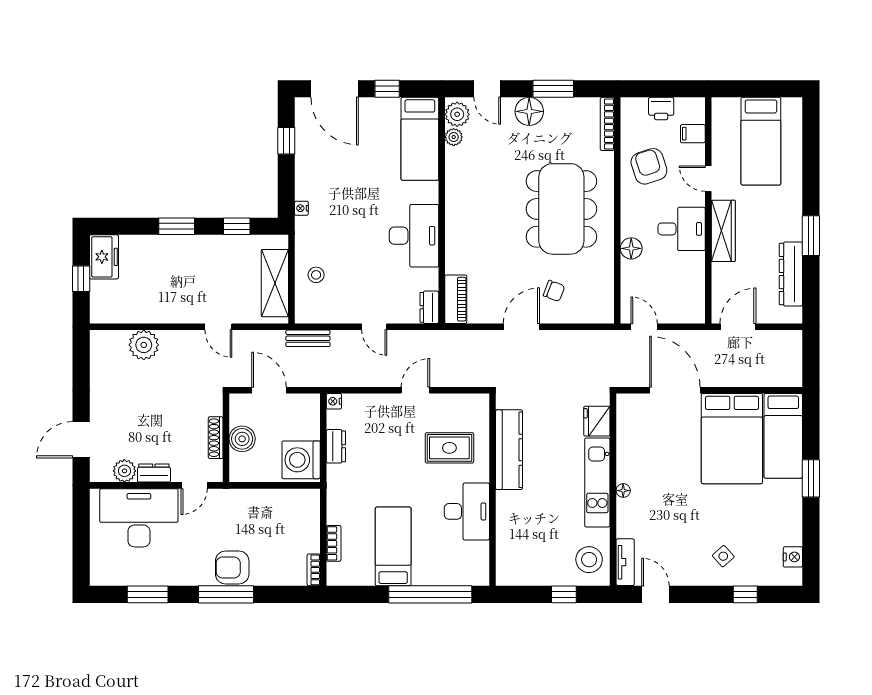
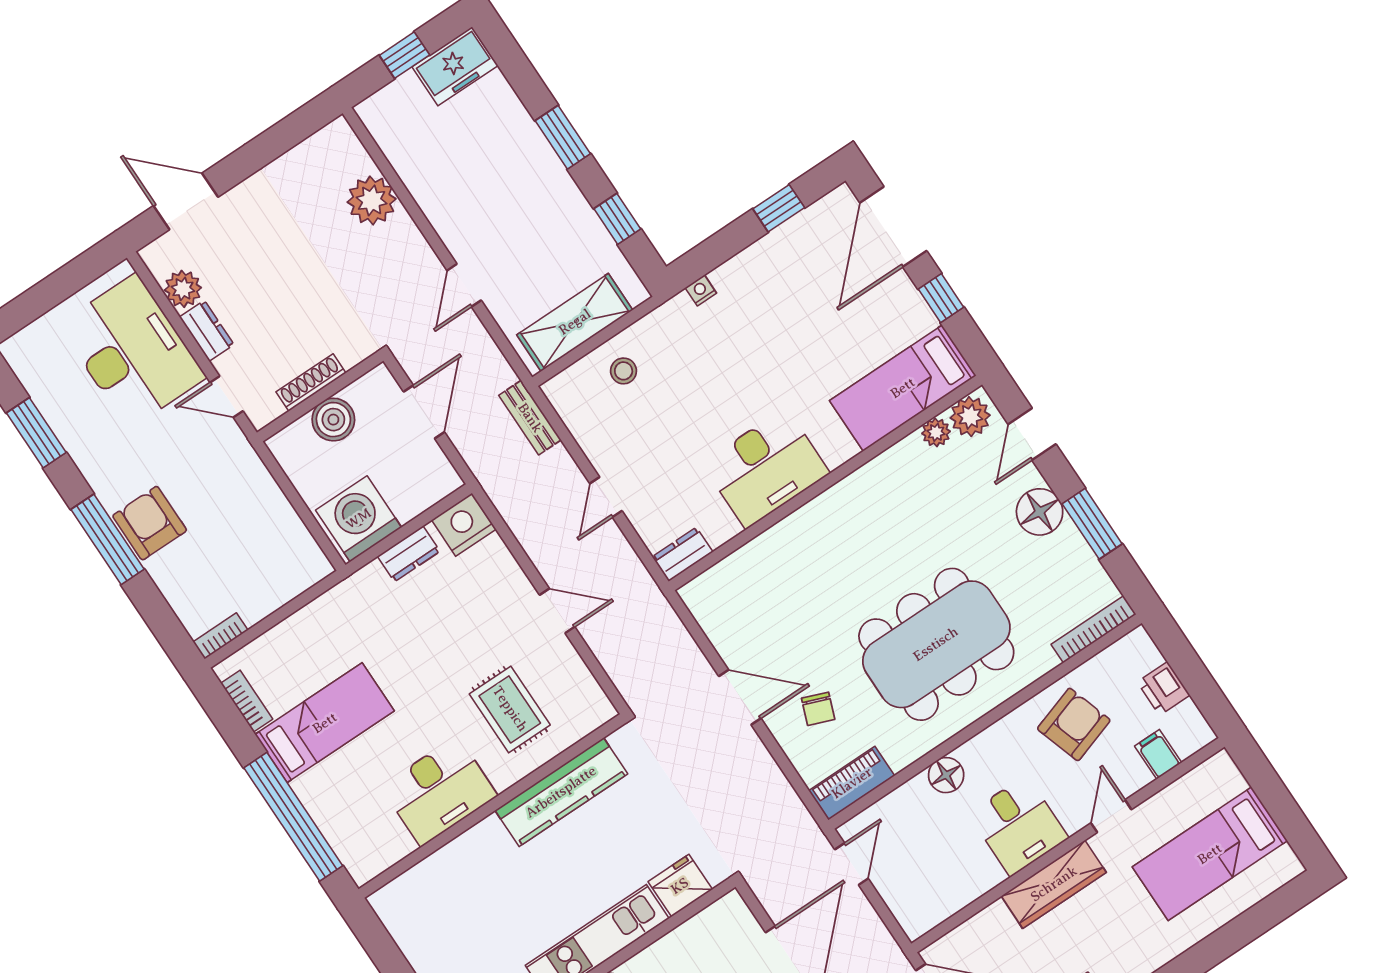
piano: (456, 299) -> (852, 783), moved, turned 180
nightstand: (334, 401) -> (464, 525), width x1.89, depth x1.79
bookcase: (334, 543) -> (247, 701), moved, turned -90

